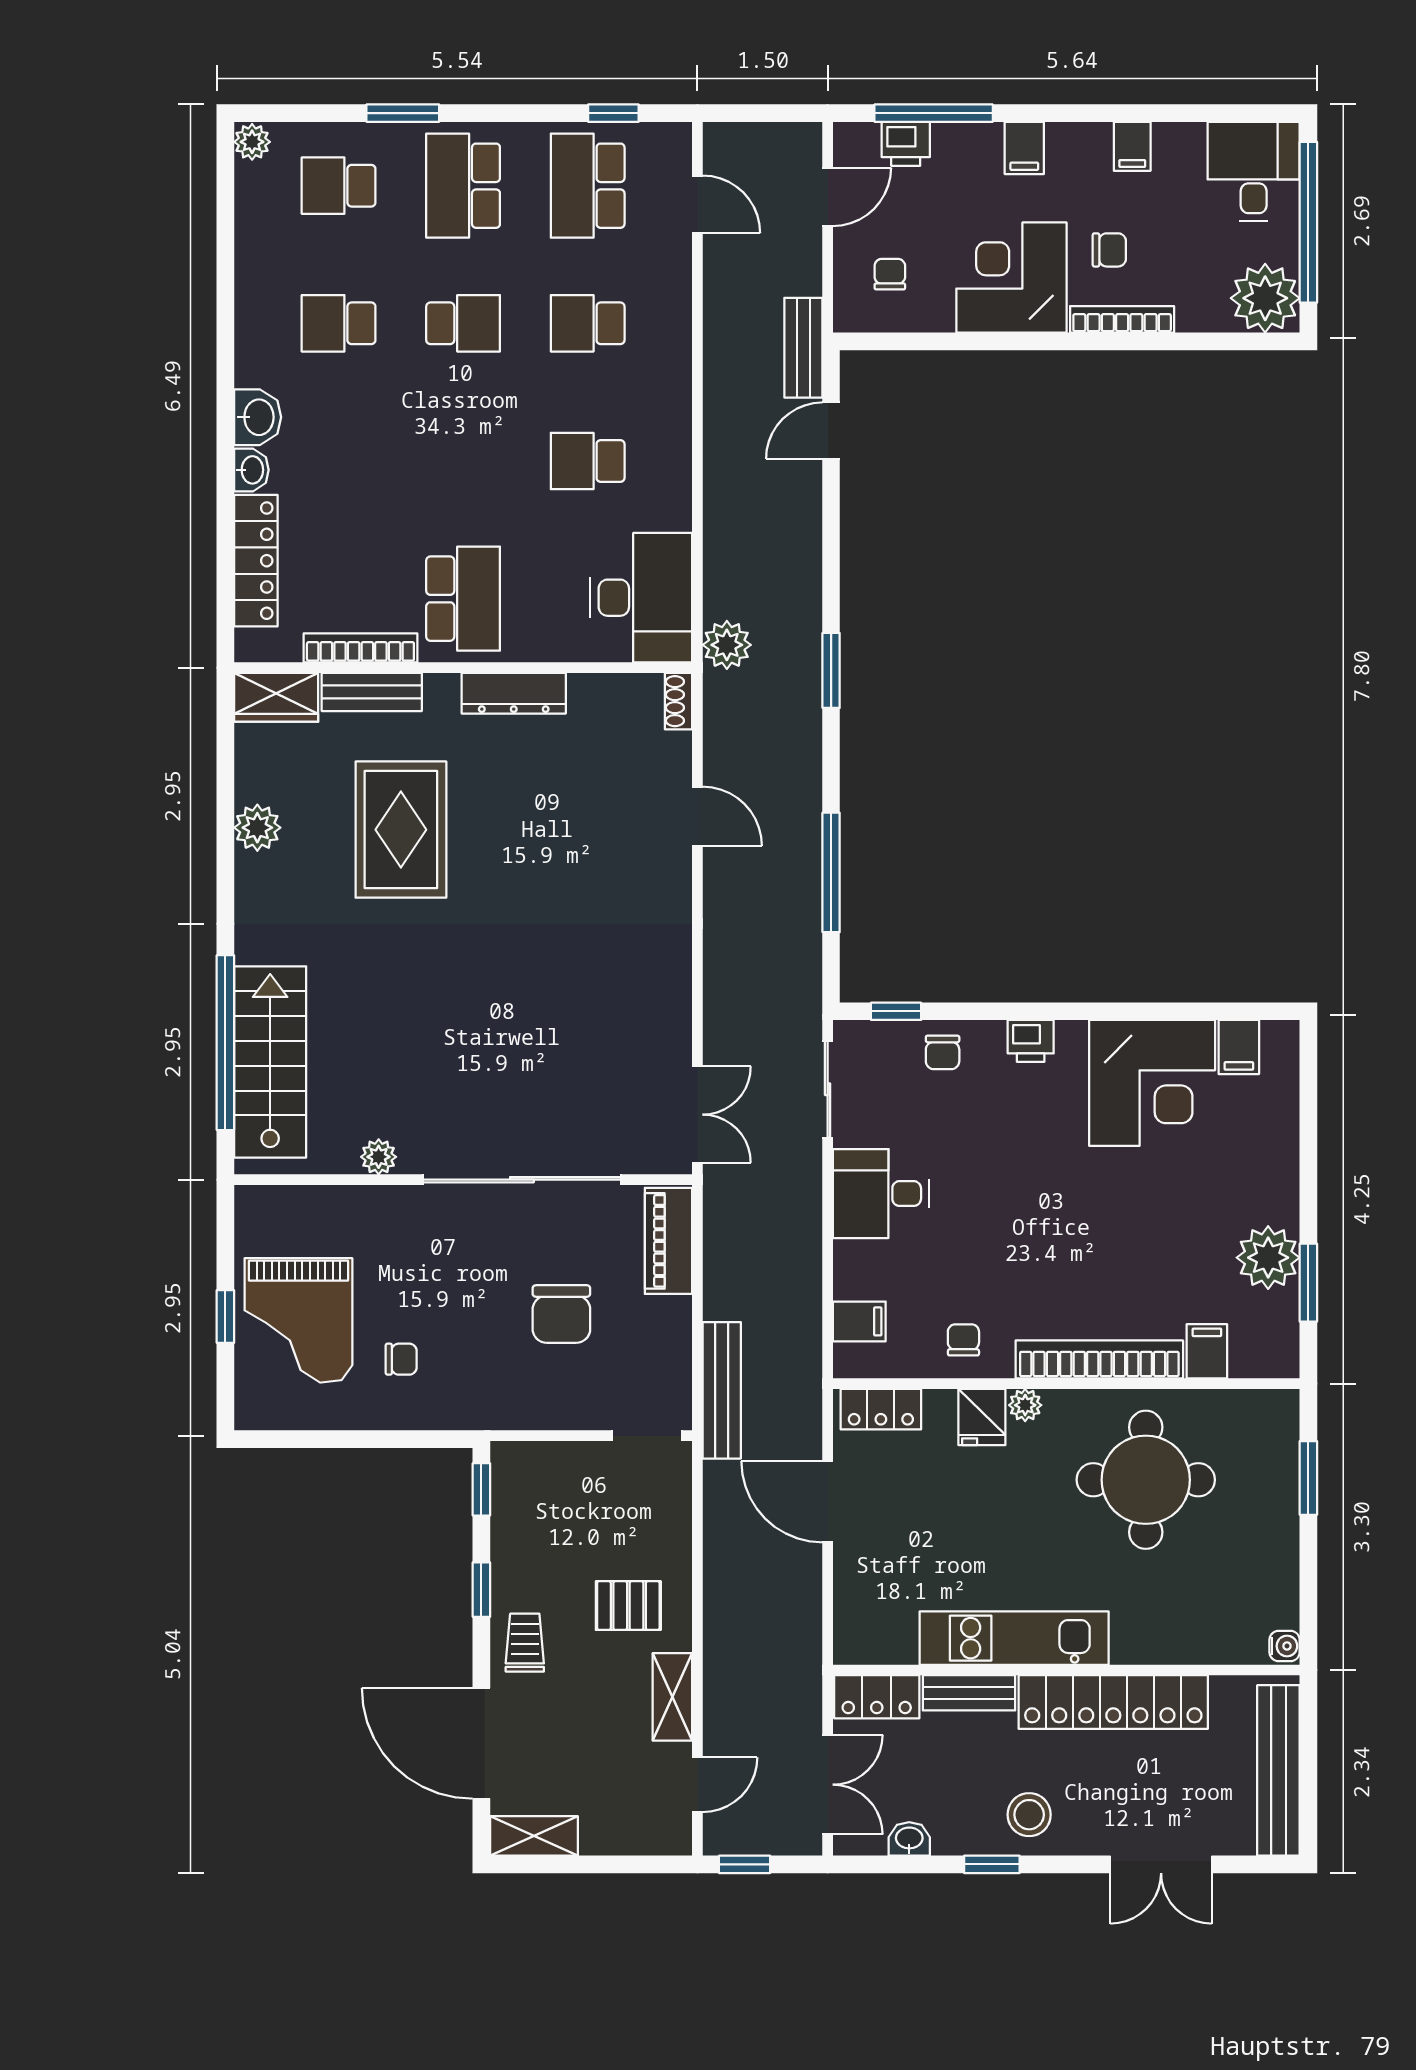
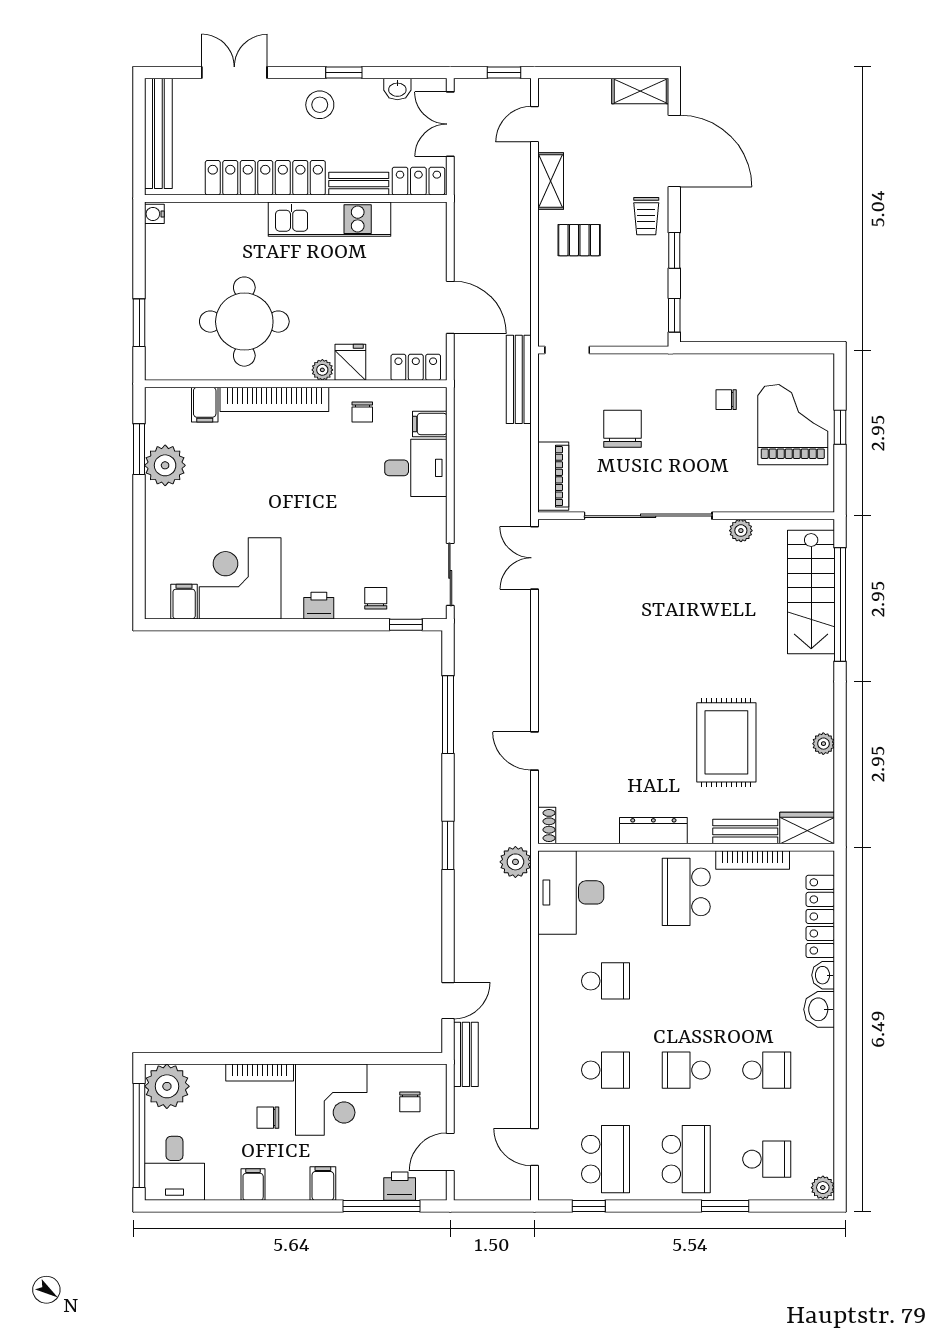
plant: (257, 828) -> (823, 744), width x0.73, depth x0.73
desk: (881, 1194) -> (416, 468), moved

